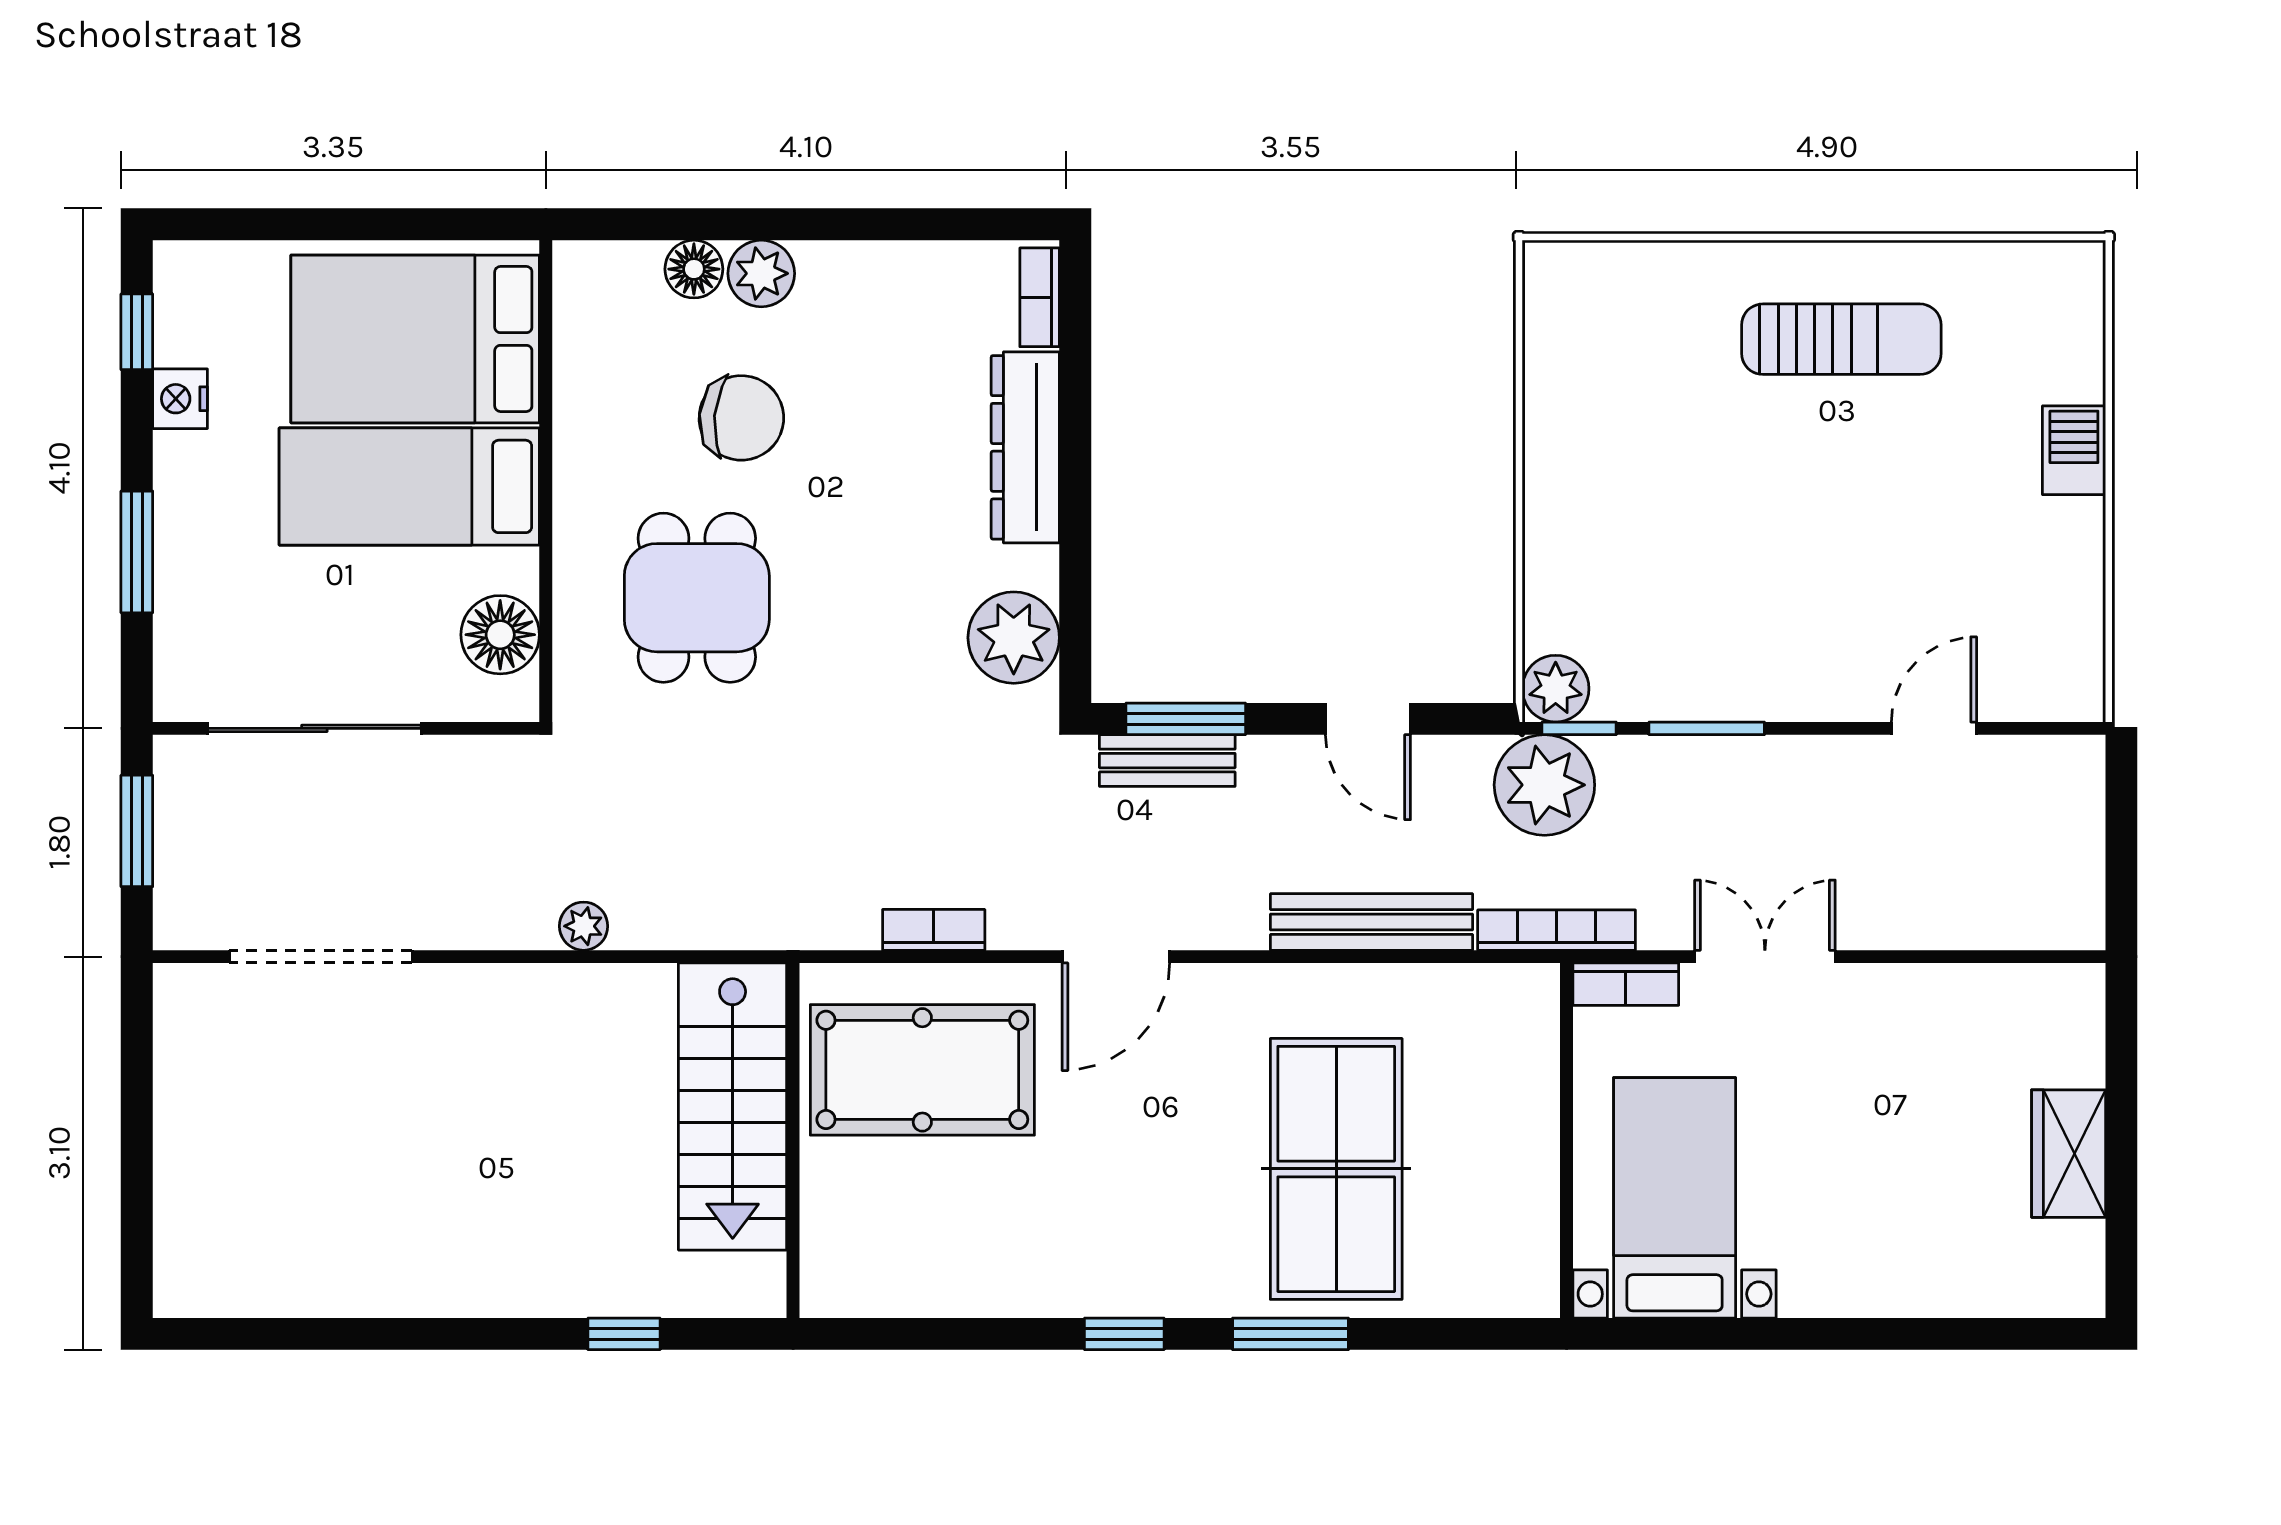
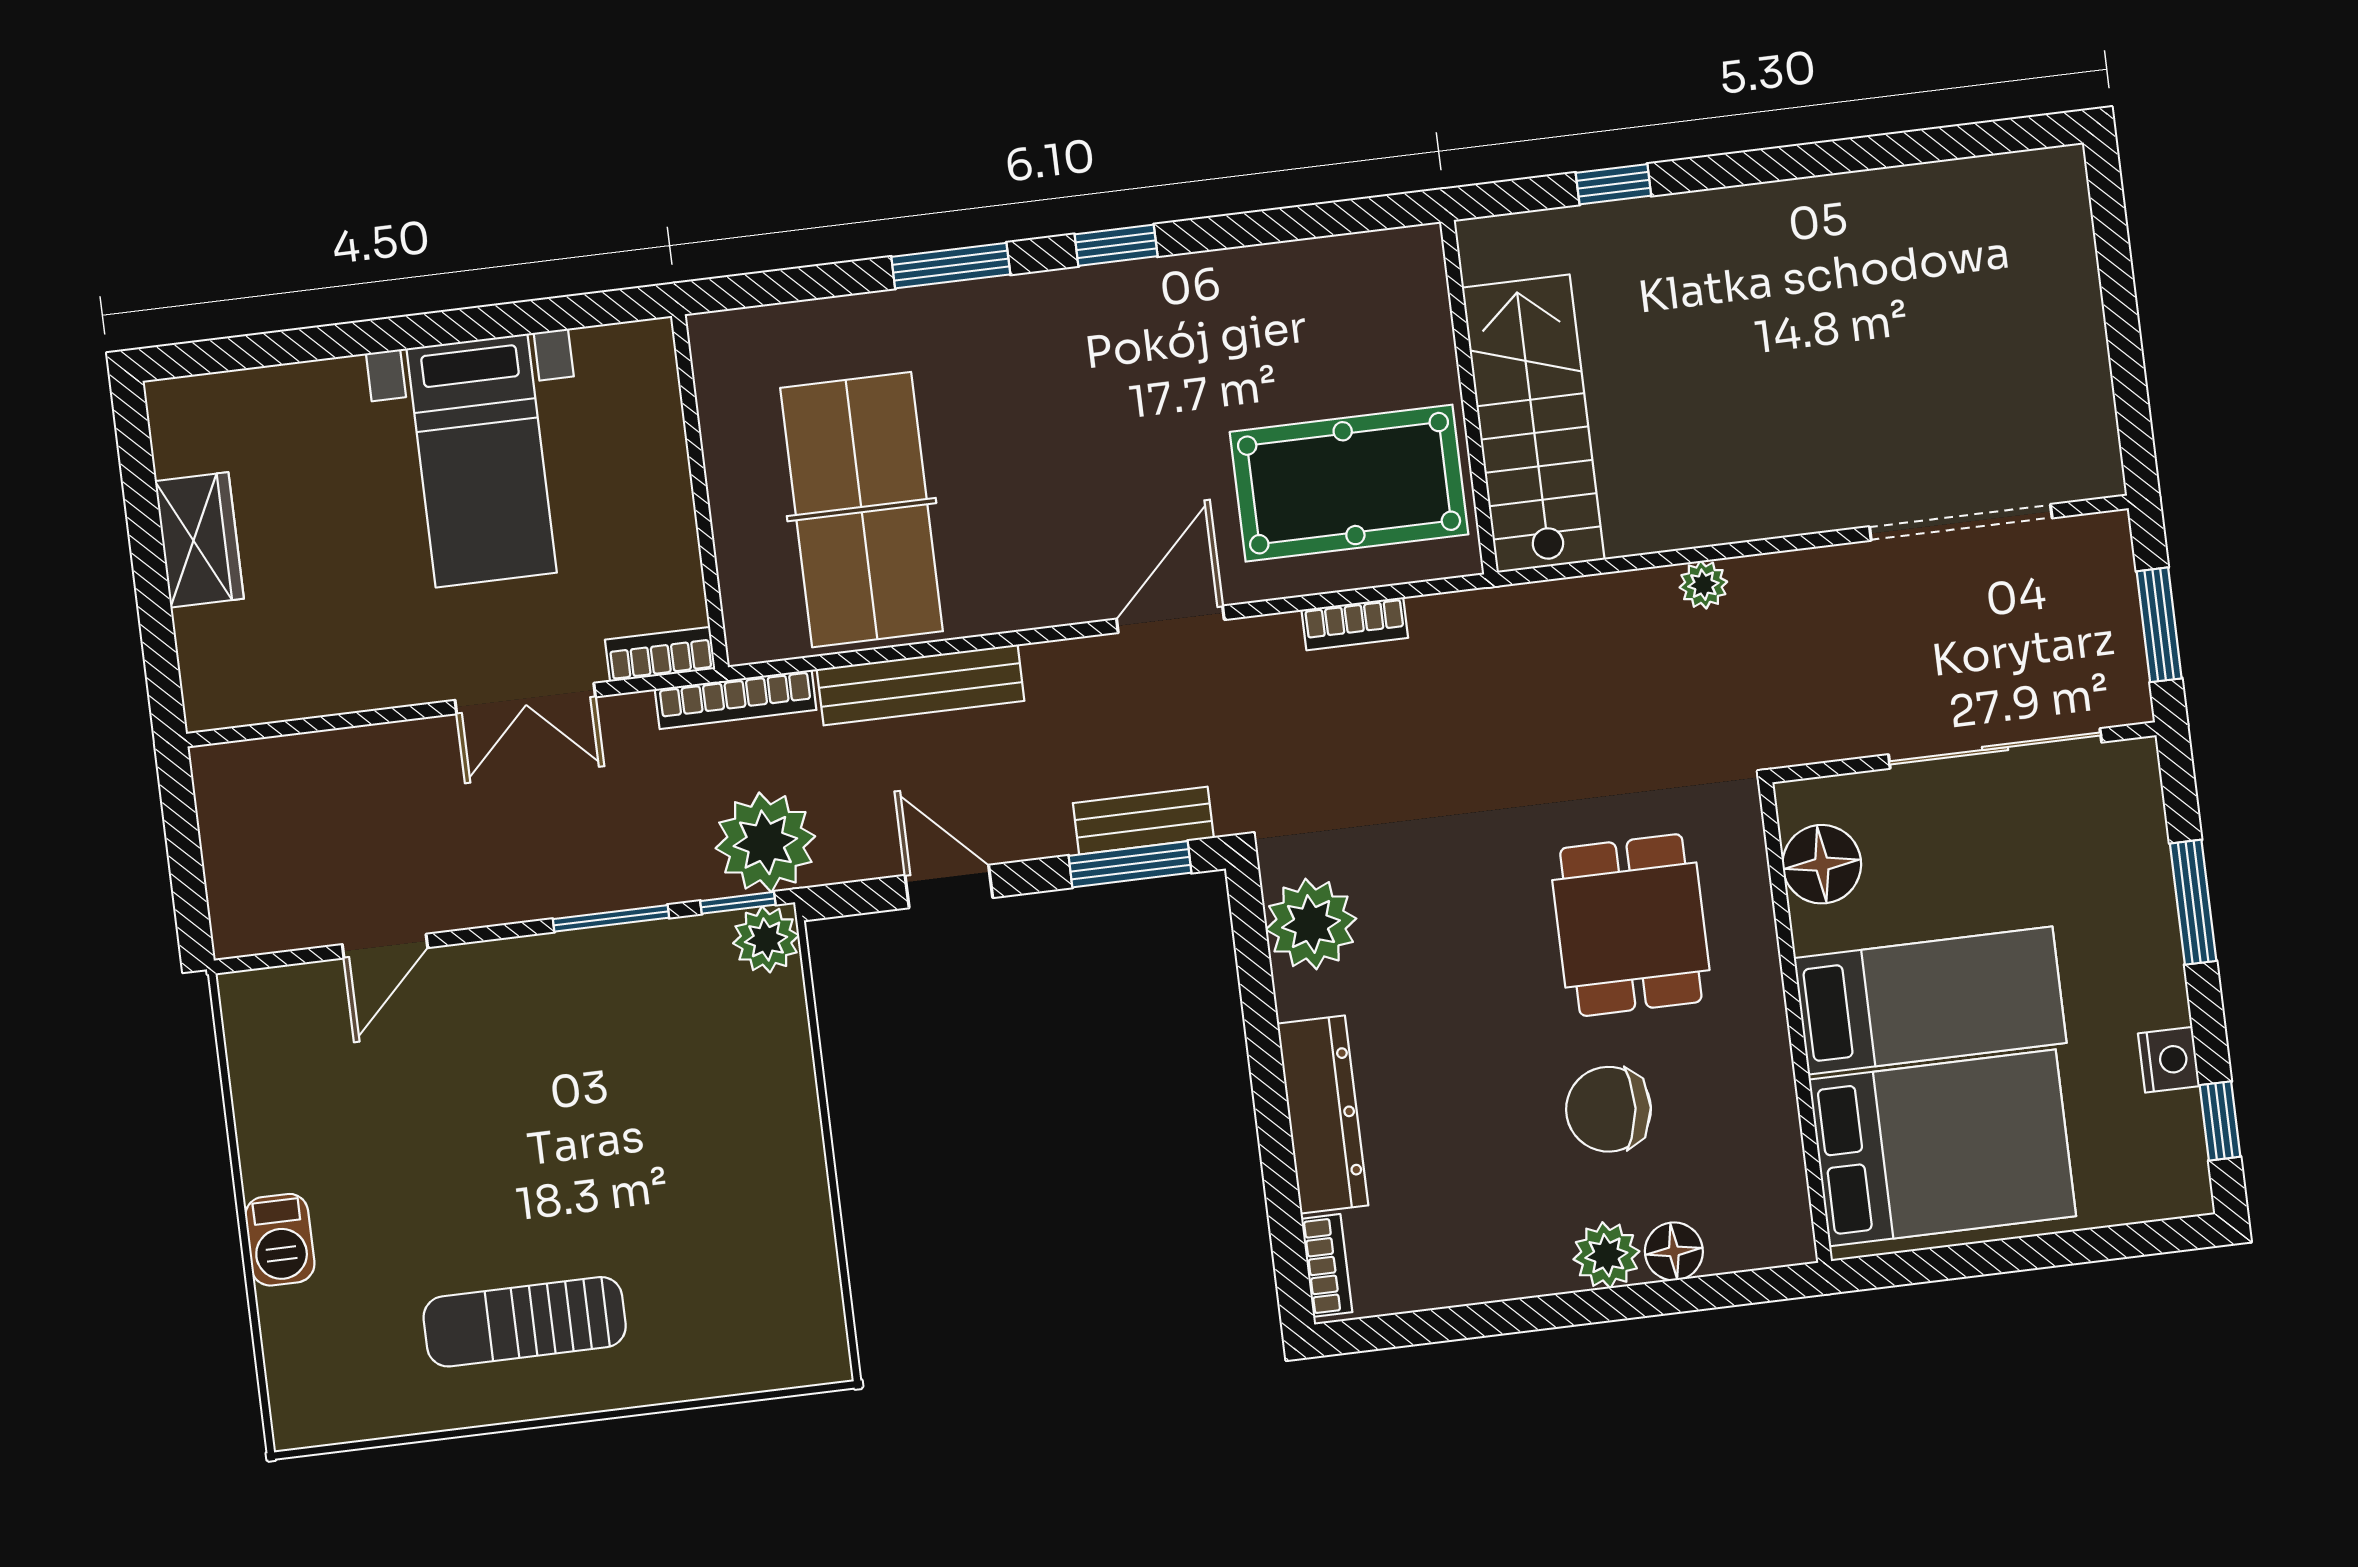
table tennis table: (1336, 1169) -> (862, 510), moved
bed with nightstands: (1675, 1198) -> (482, 461), moved

